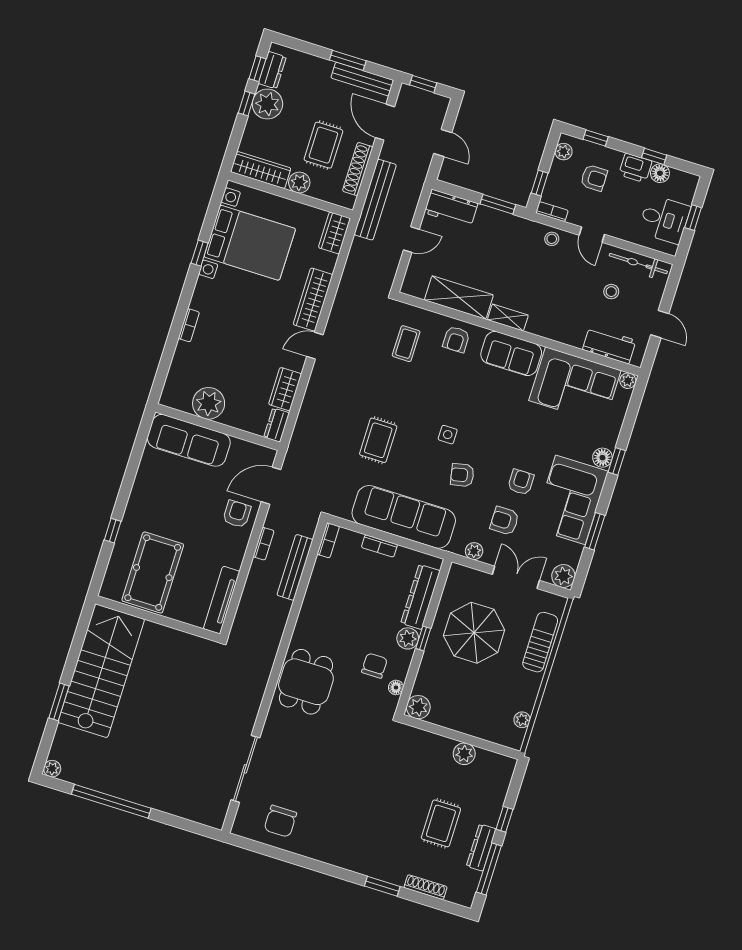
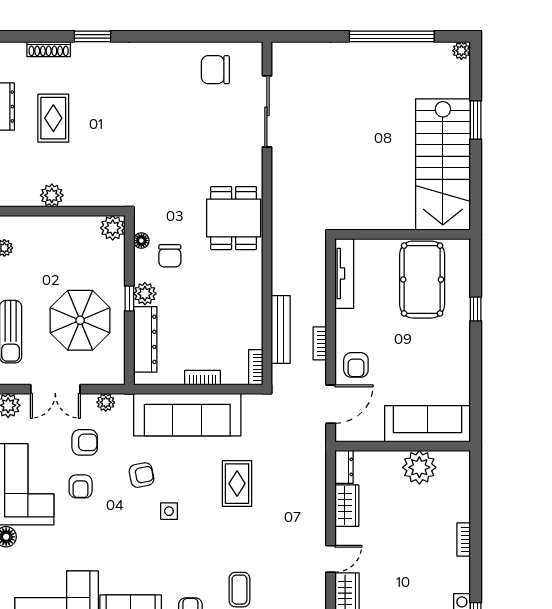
chair: (280, 821) -> (215, 70), turned -90

